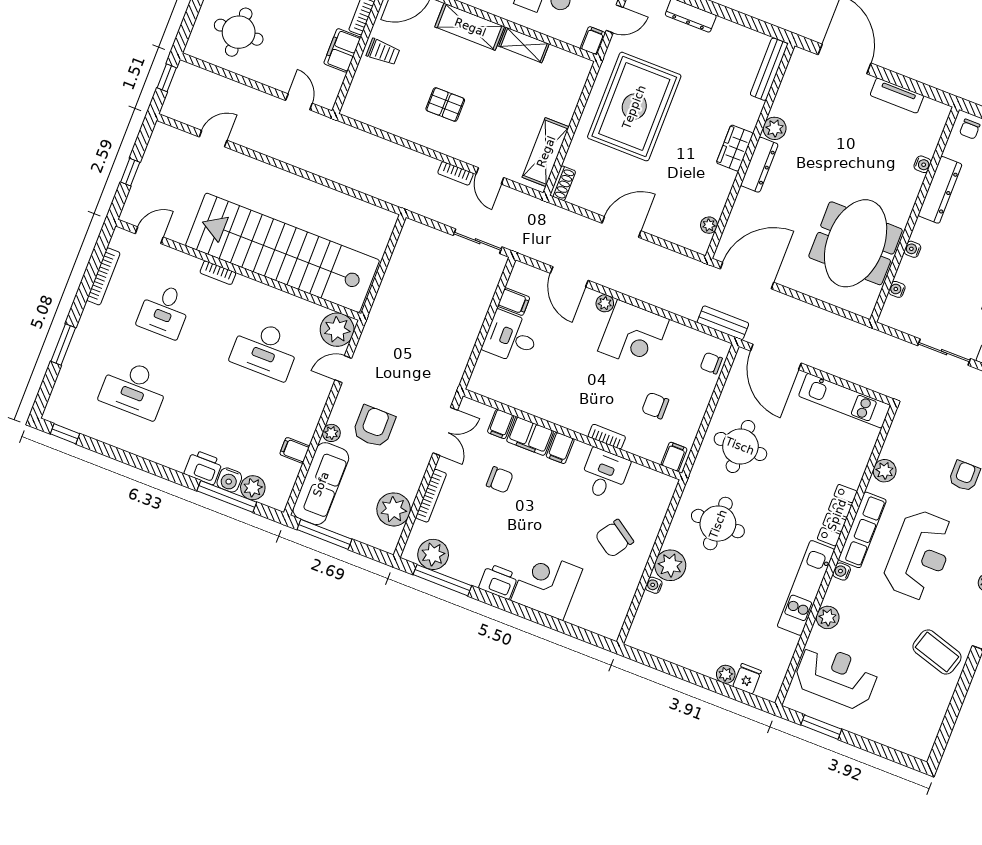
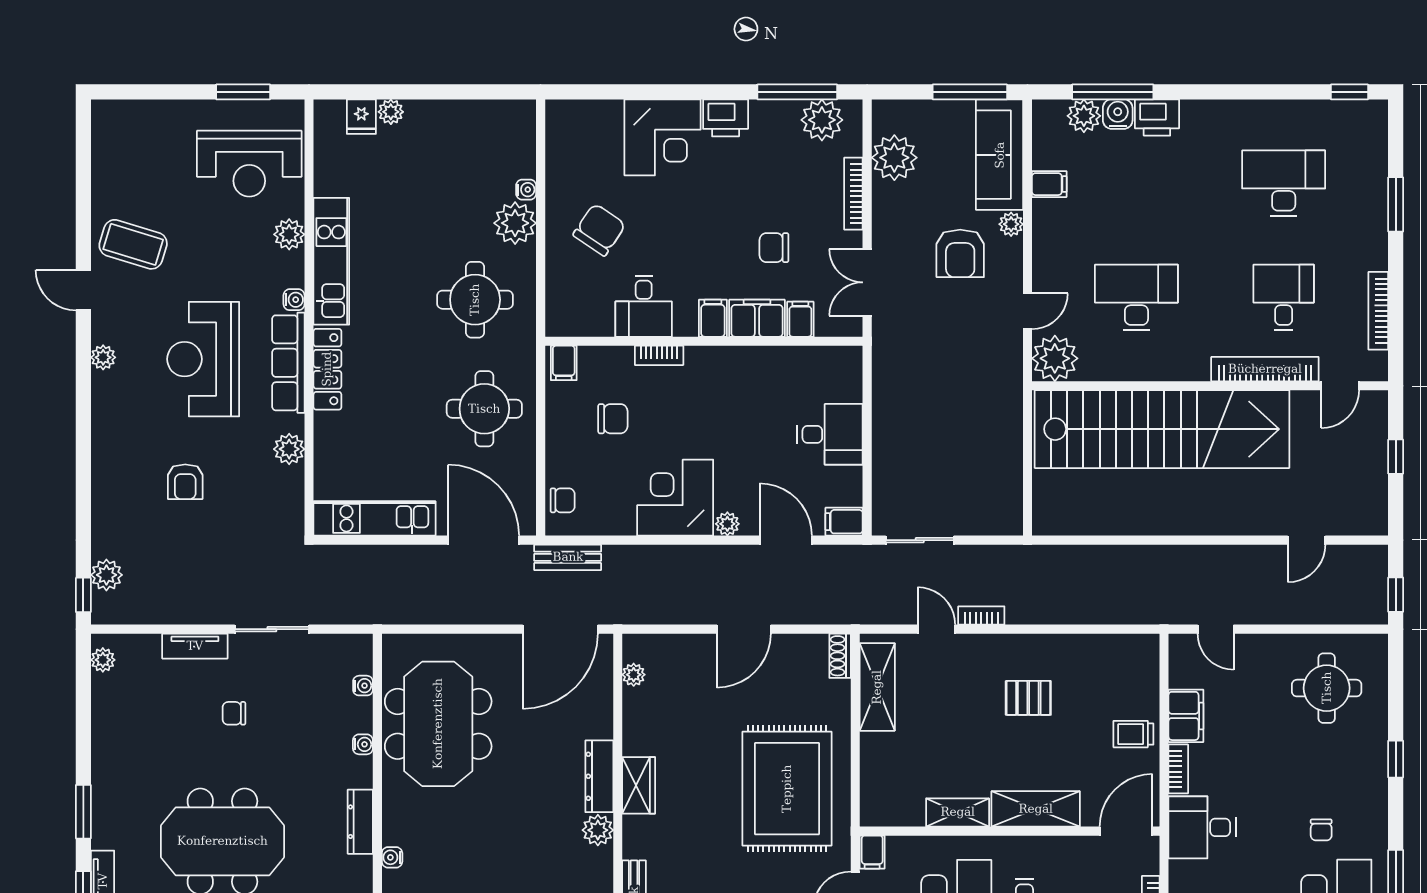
dresser: (940, 190) -> (360, 822), width x0.73, depth x0.80
bookcase: (218, 273) -> (1265, 369), width x2.31, depth x1.31
filing cabinet: (514, 302) -> (844, 522), moved

